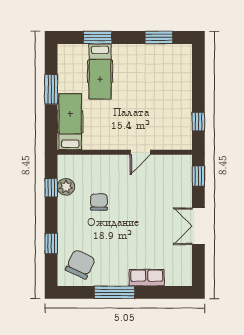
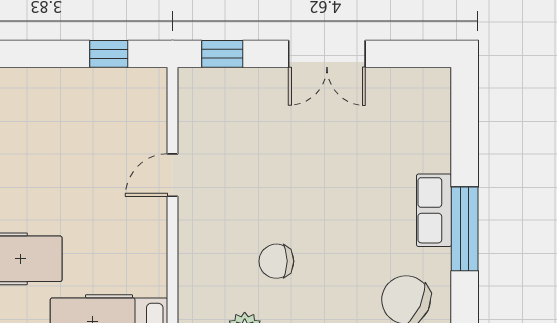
door: (140, 152) -> (173, 175), swing flipped
row of seats: (147, 278) -> (434, 210), moved

